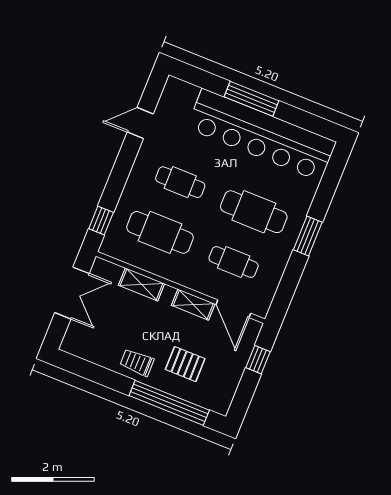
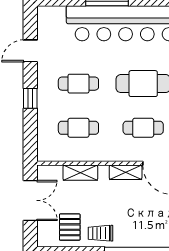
window: (101, 221) -> (30, 98), moved
cafe table: (160, 232) -> (78, 128), width x0.73, depth x0.74
pallet: (185, 364) -> (70, 227), moved, turned 90

